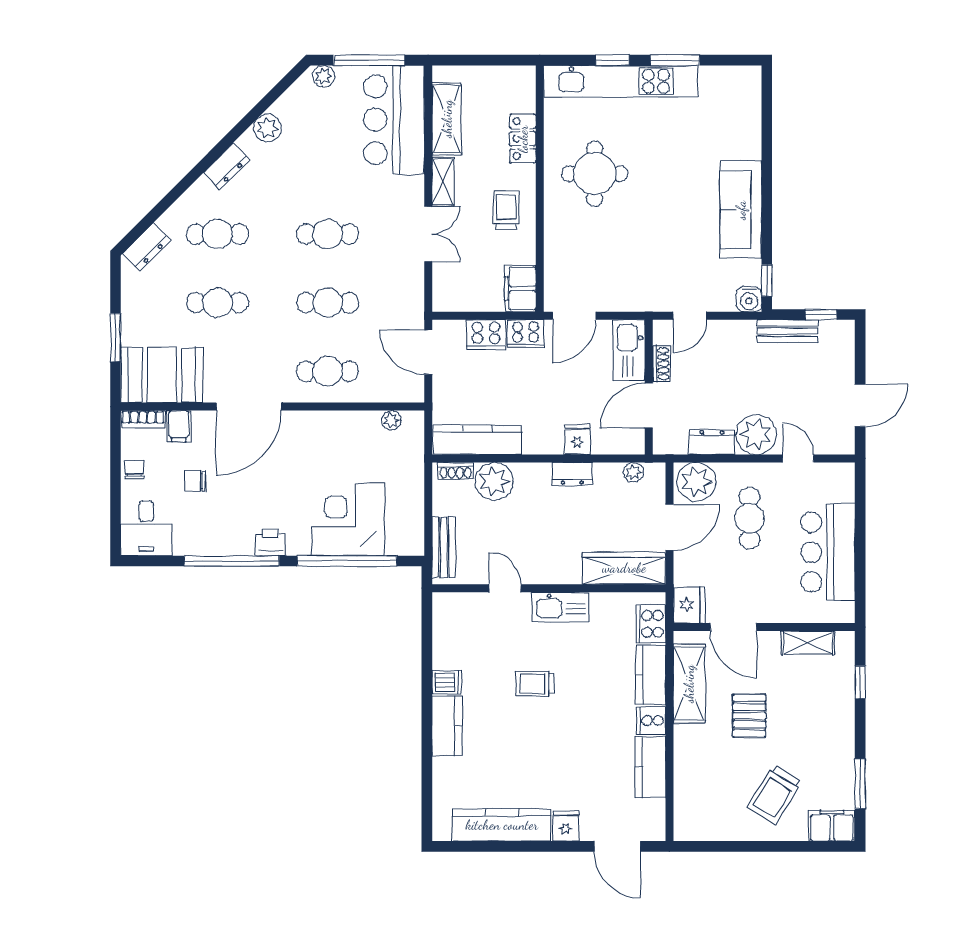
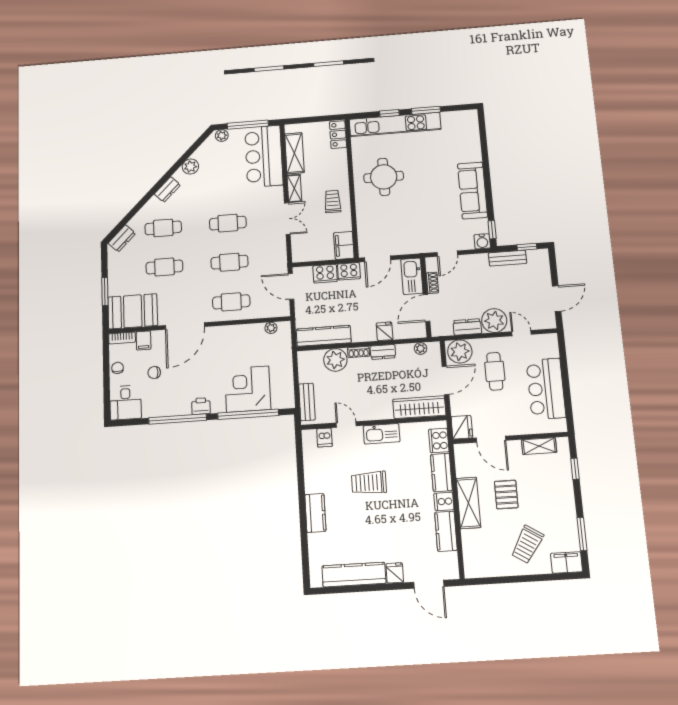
locker: (523, 139) -> (338, 135), moved
shoe rack: (456, 471) -> (359, 352), moved
dishwasher: (447, 682) -> (324, 438), moved, turned 90
trolley: (535, 684) -> (369, 483), width x1.36, depth x1.39
shelving: (689, 684) -> (468, 503), moved

